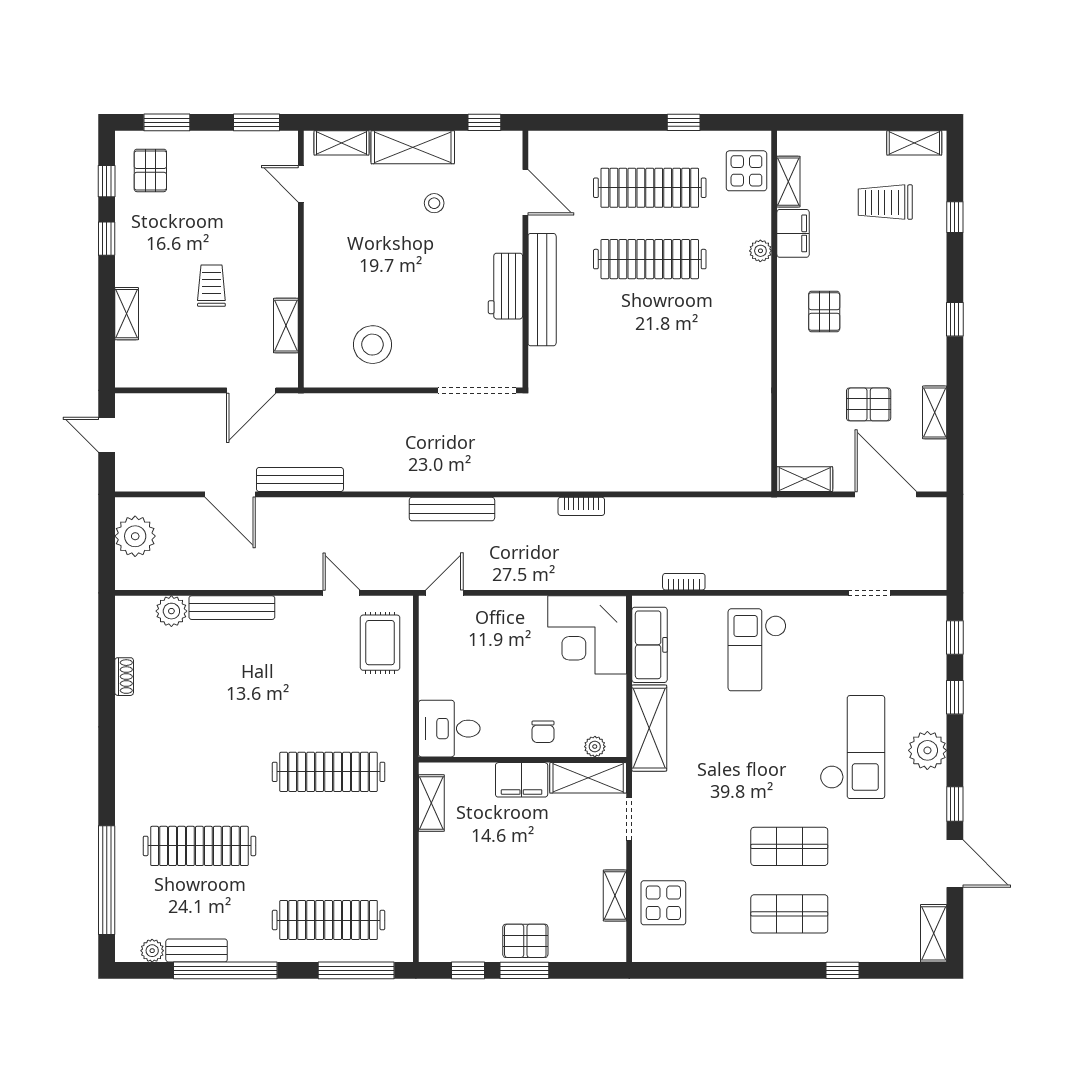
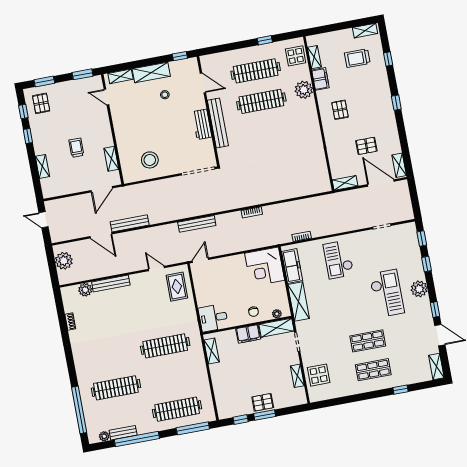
plant: (760, 251) -> (304, 90), width x1.87, depth x1.87
shelving: (935, 412) -> (399, 165), moved

